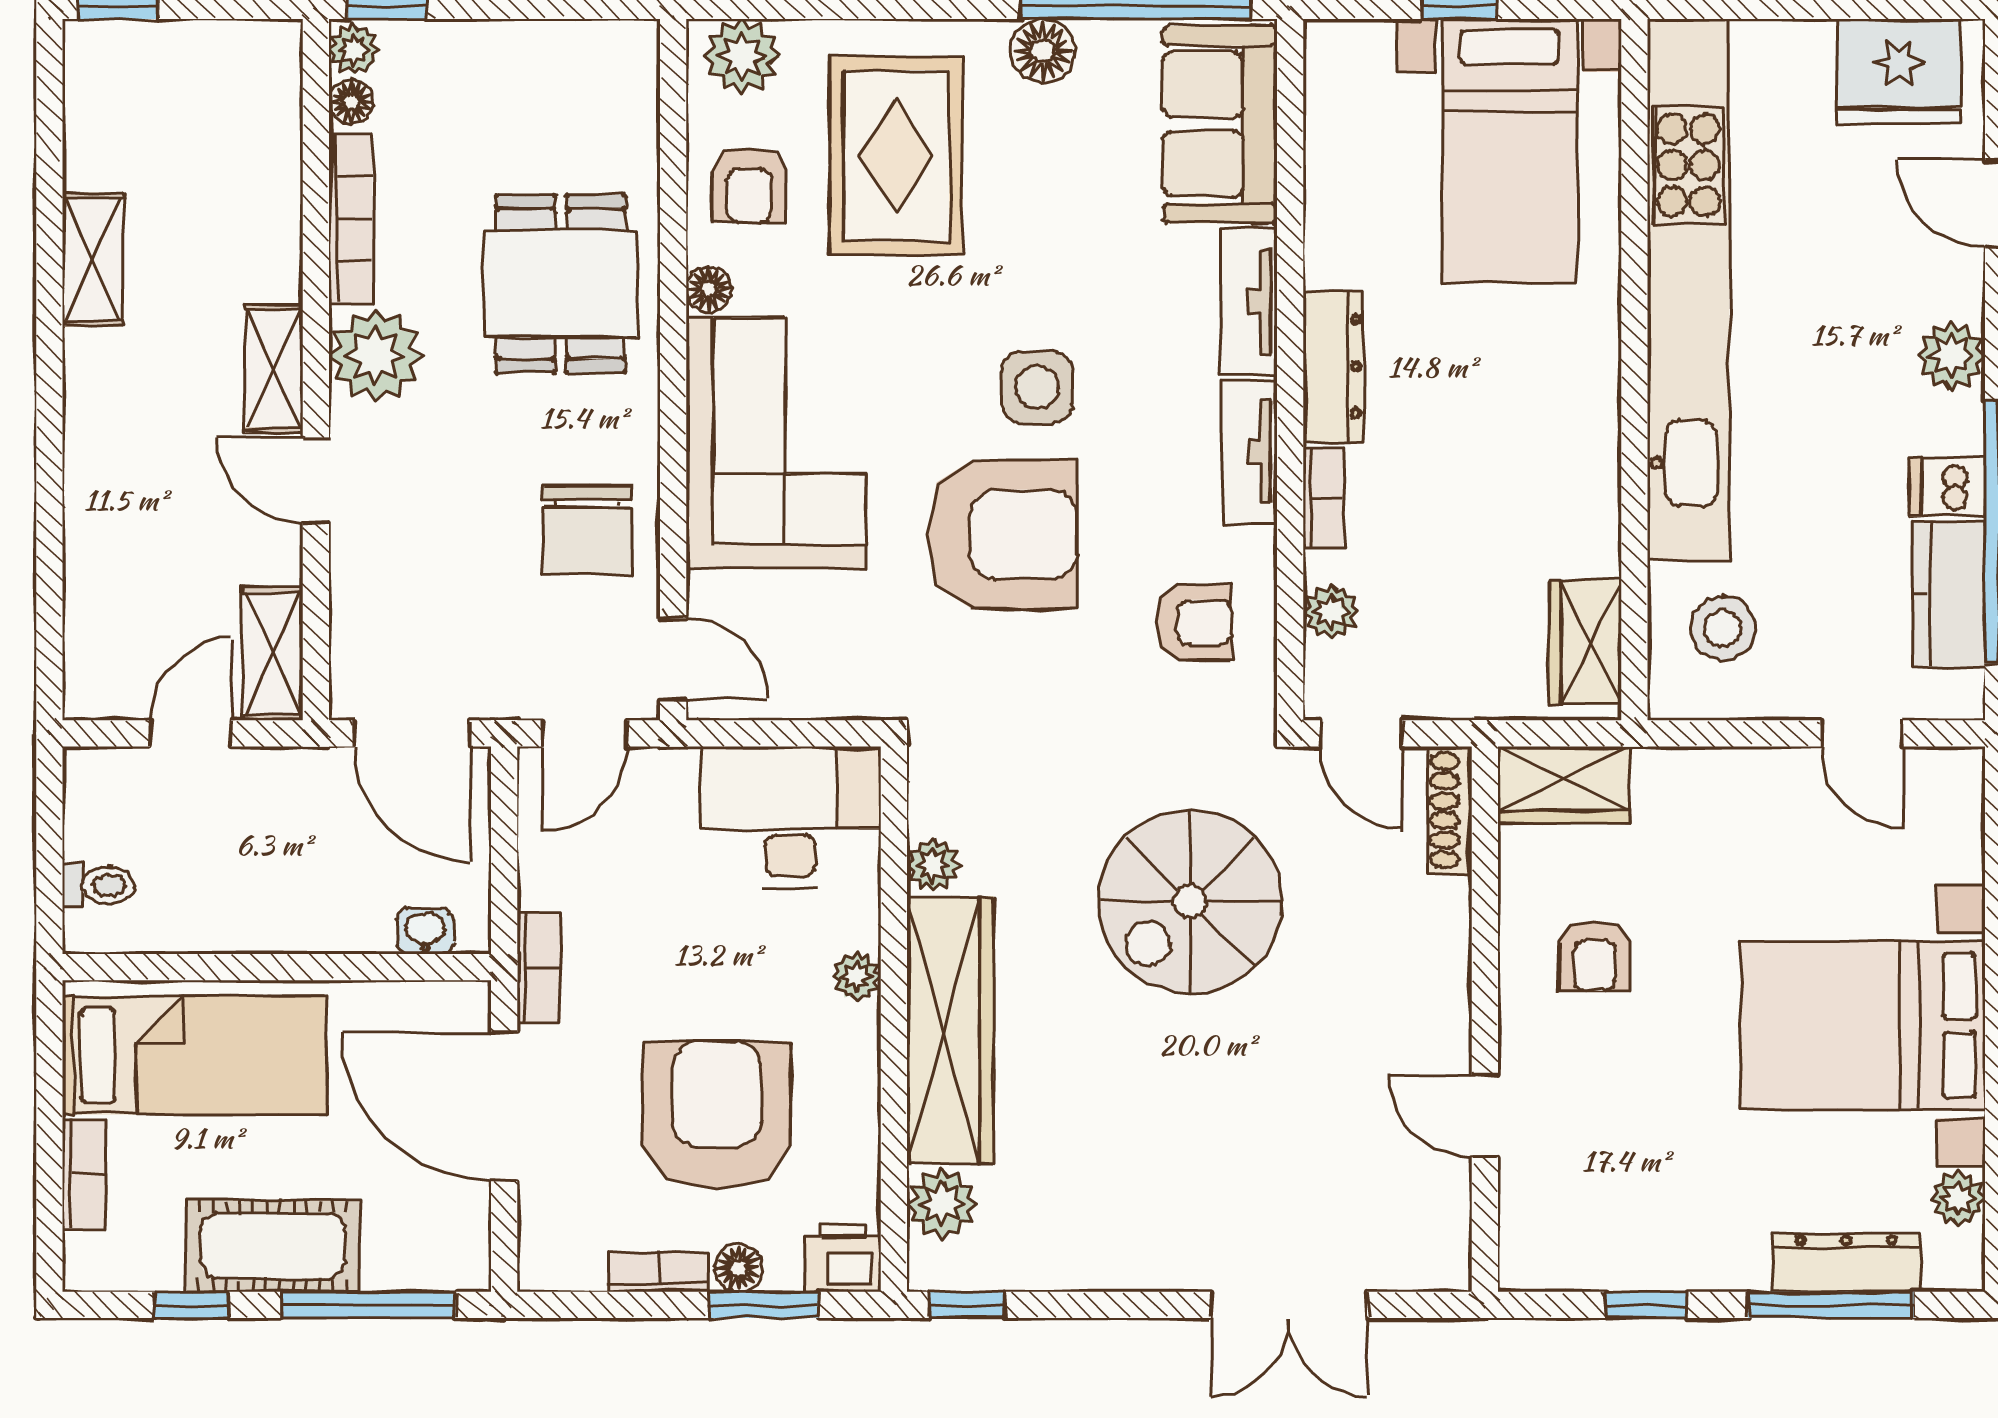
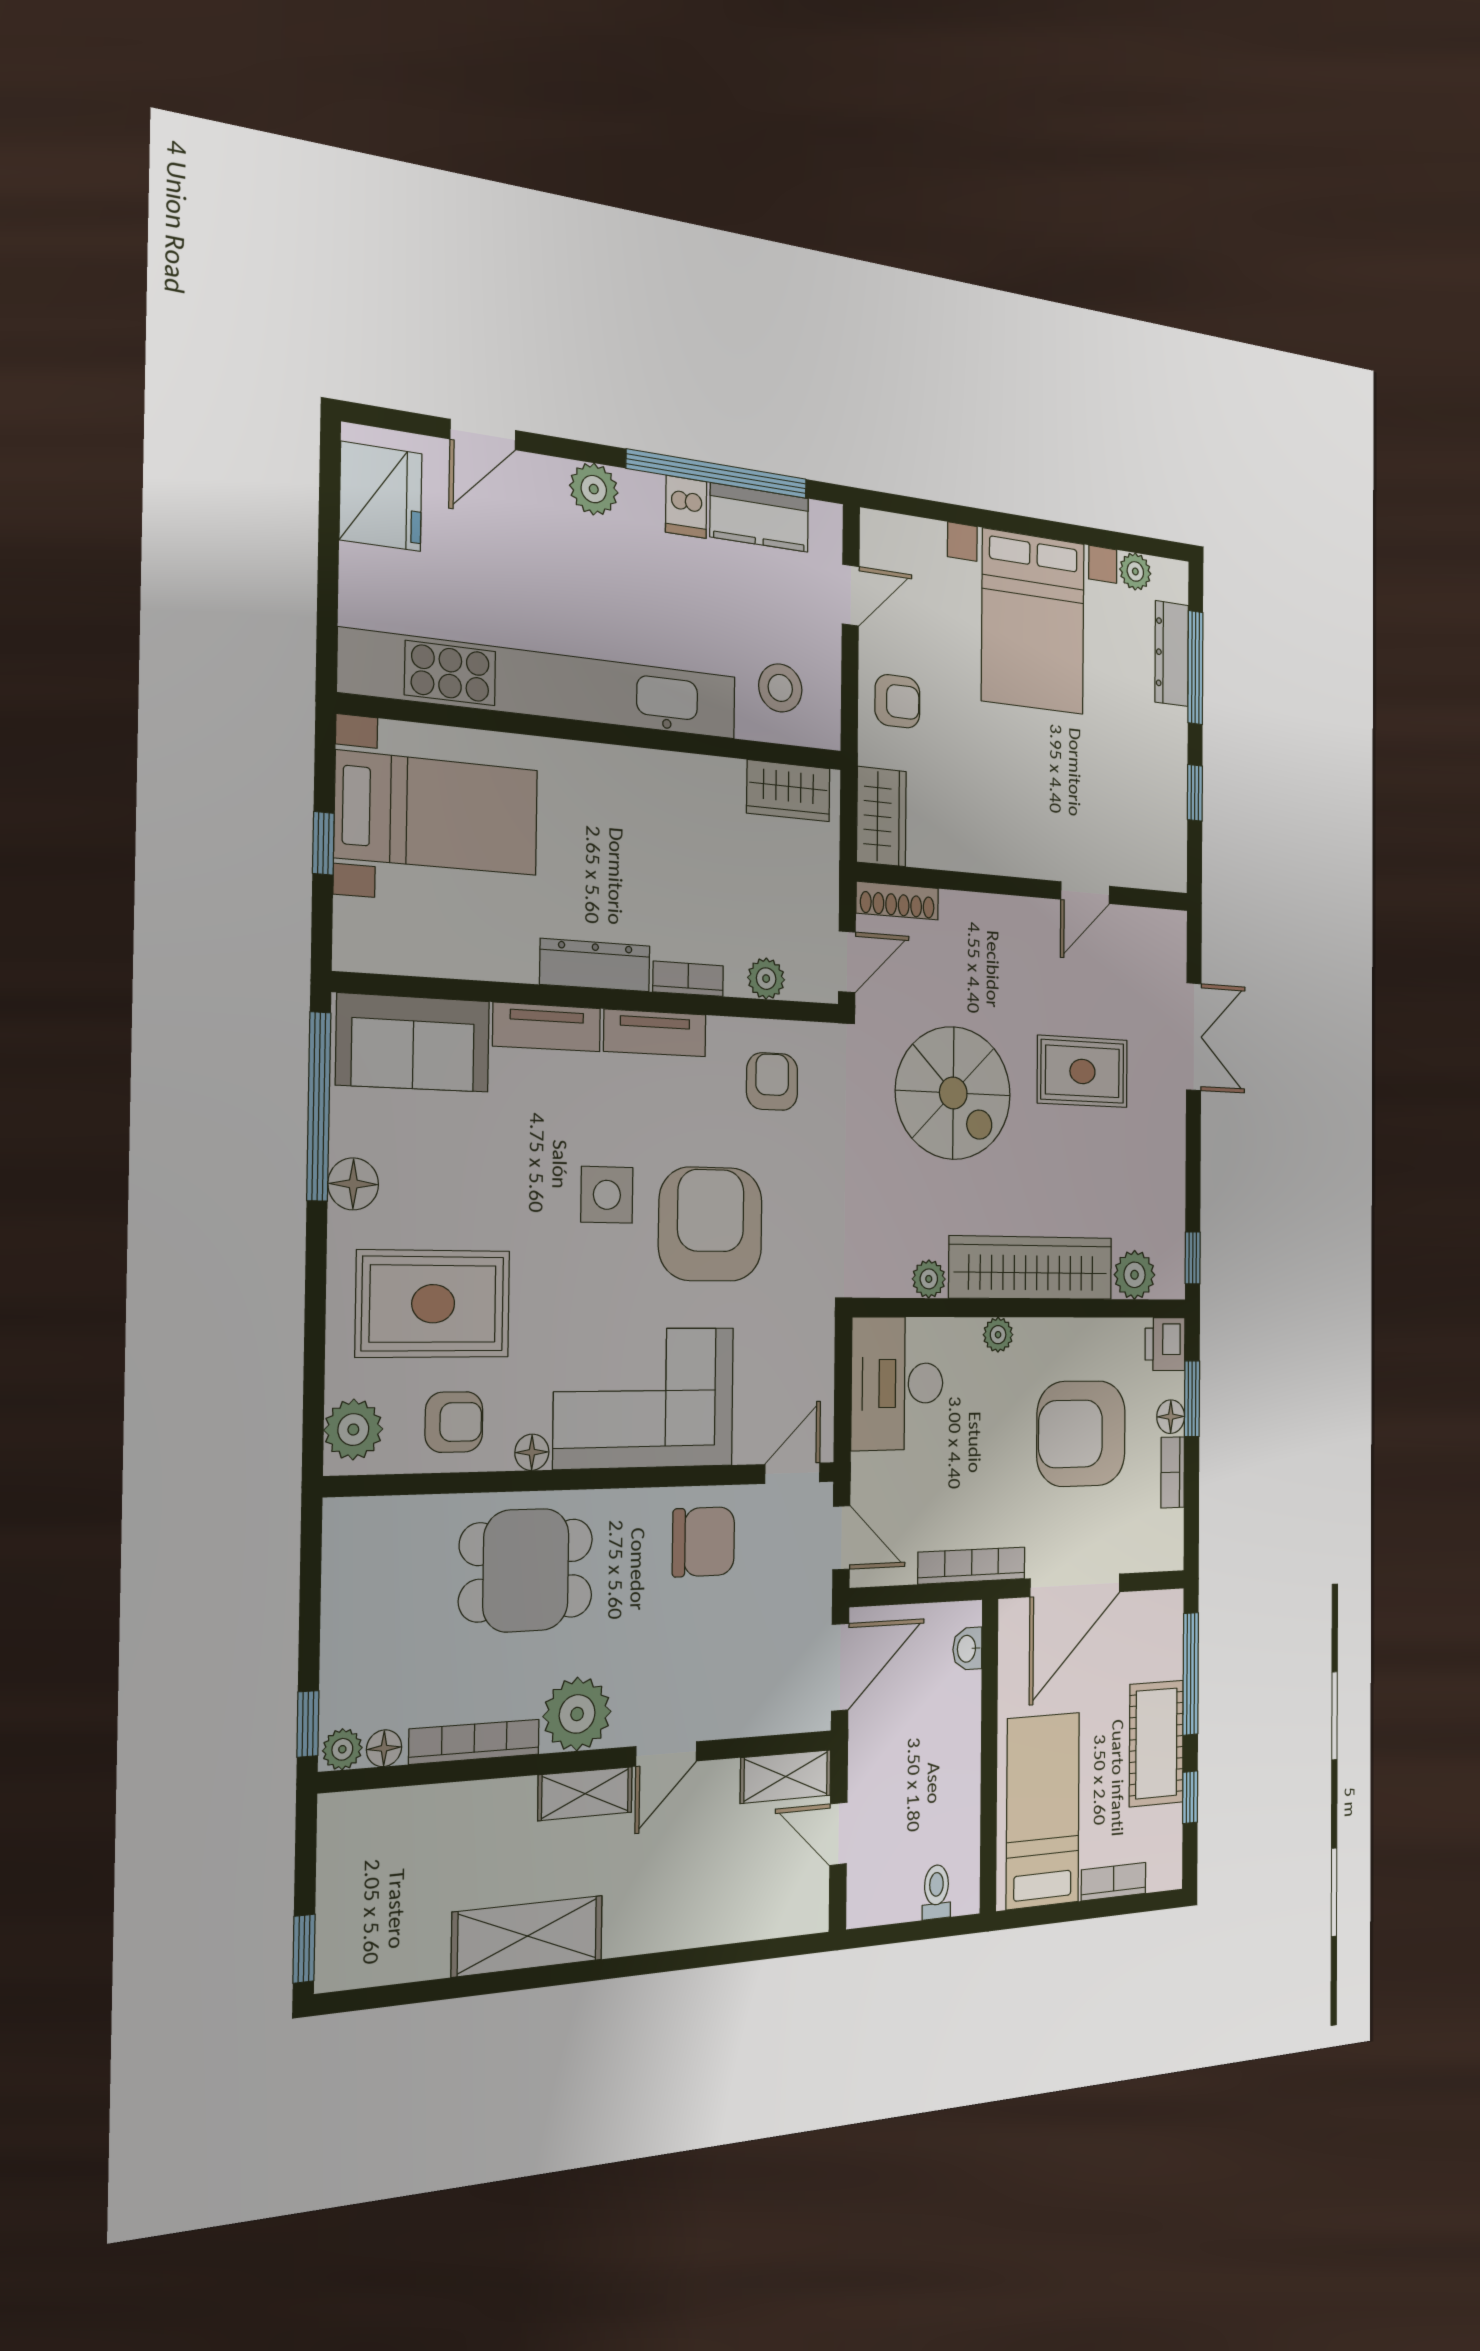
shelving: (93, 259) -> (528, 1936), width x1.50, depth x1.33
armchair: (1595, 956) -> (897, 701), moved
bookcase: (539, 968) -> (972, 1566), width x1.56
rug: (1230, 1113) -> (1082, 1071), added

